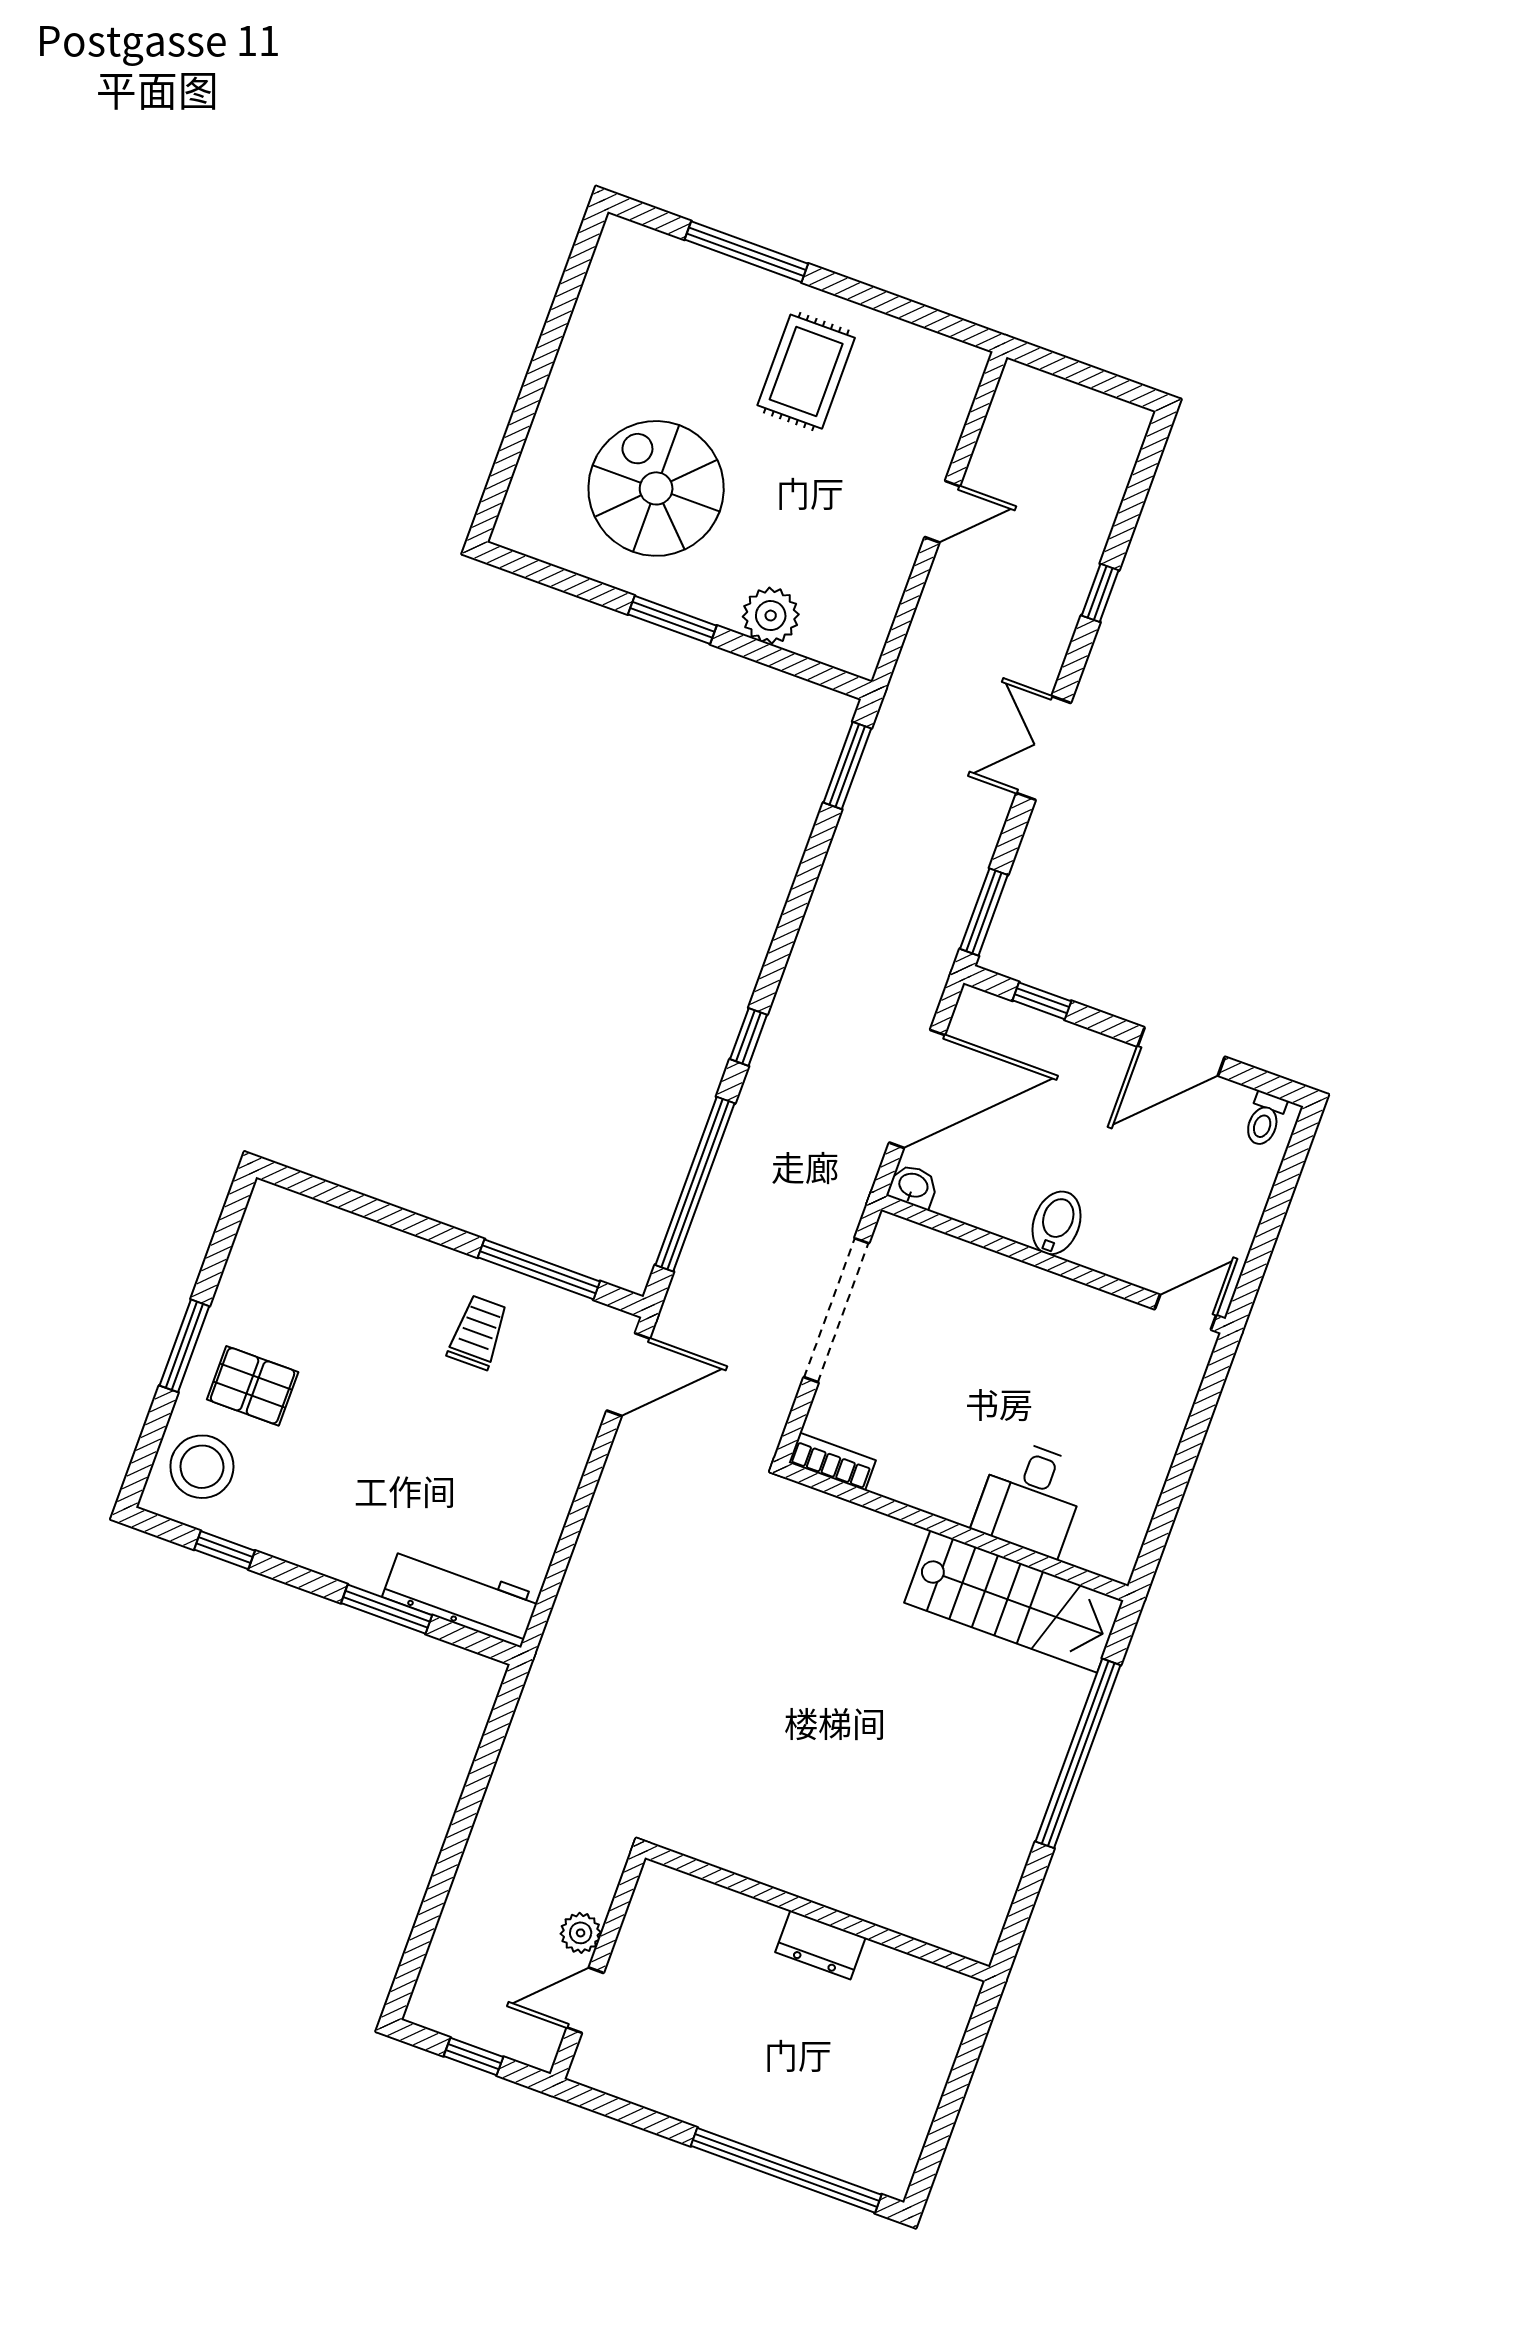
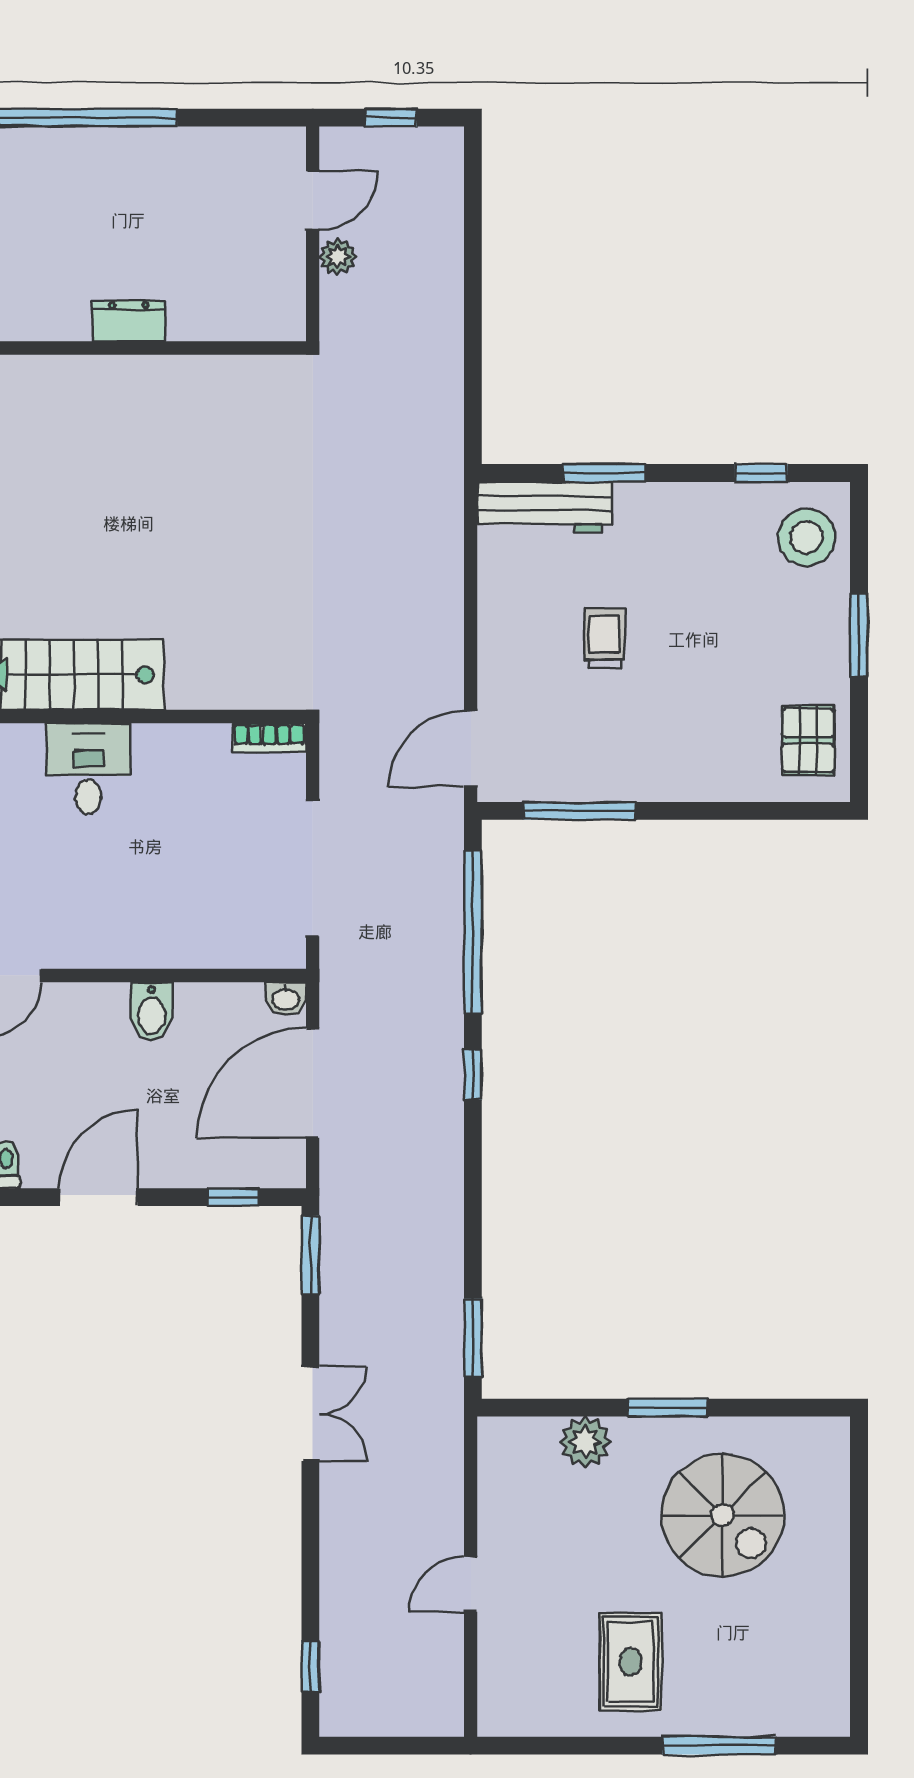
window: (1100, 593) -> (310, 1666), moved
trolley: (478, 1332) -> (605, 638), moved, turned 180
pallet: (253, 1386) -> (808, 740), moved, turned 90

